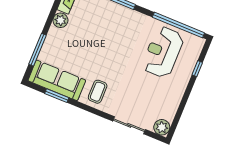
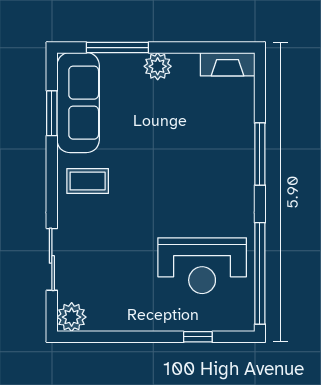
plant: (60, 20) -> (158, 66), moved
reception desk: (163, 52) -> (202, 266), turned 180

